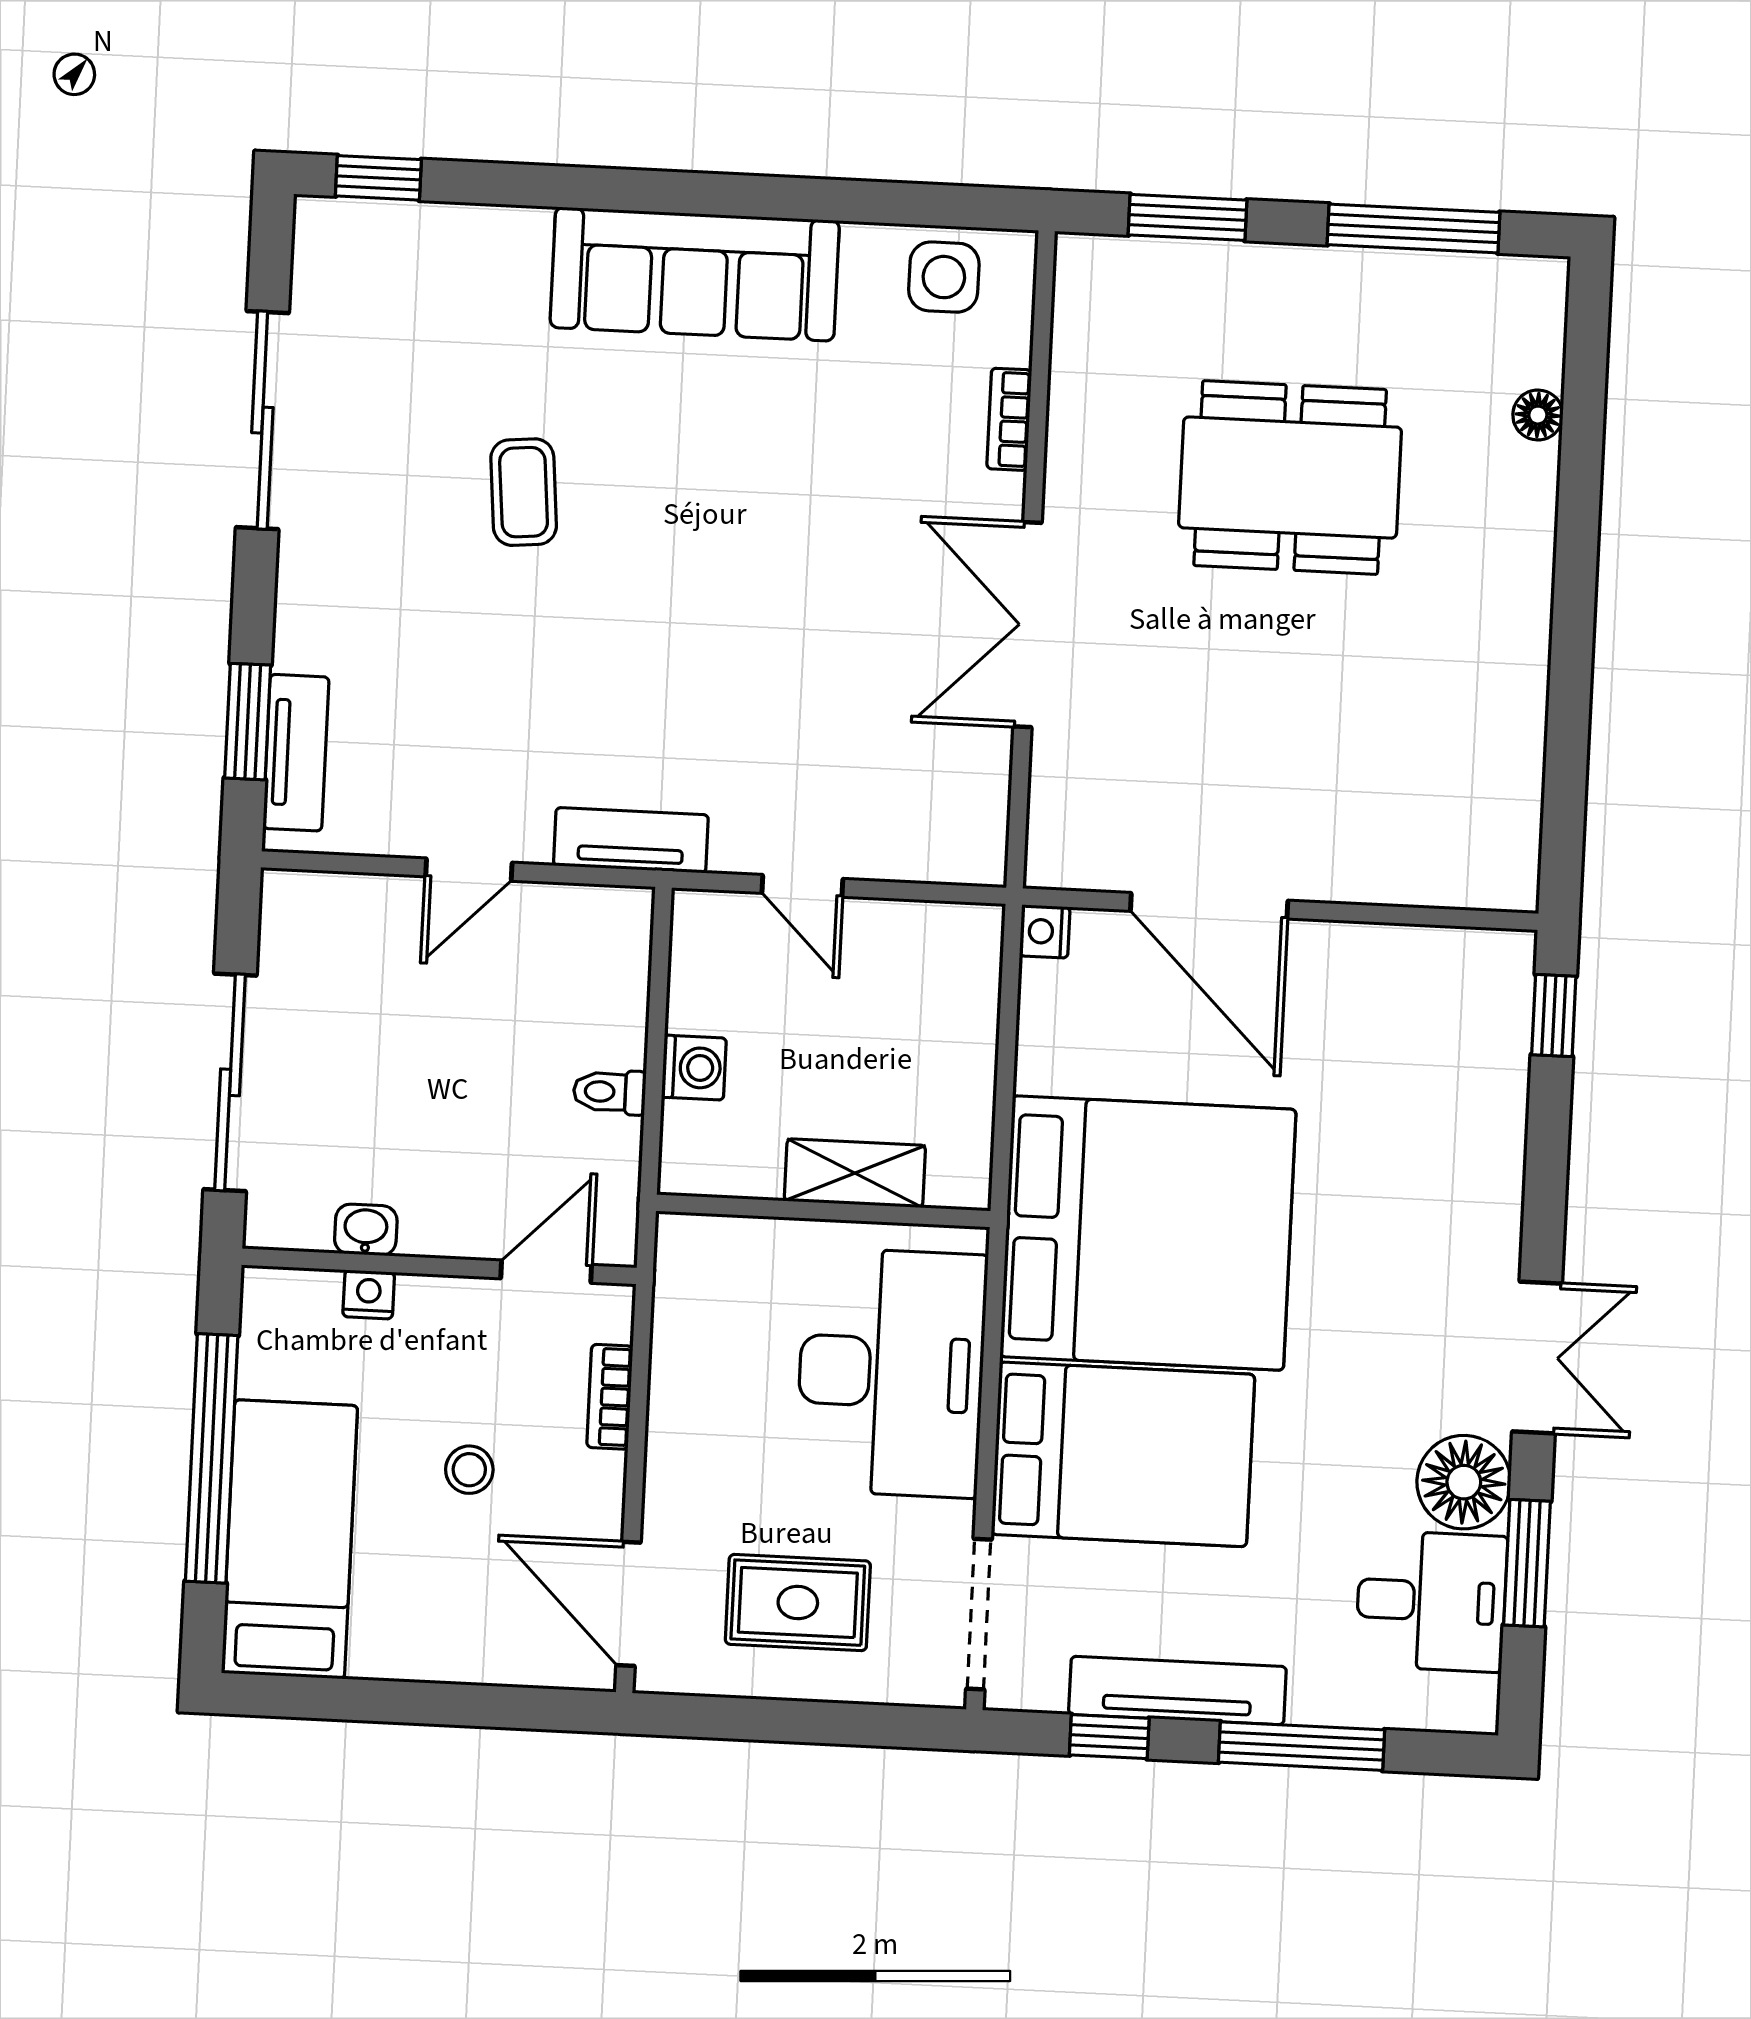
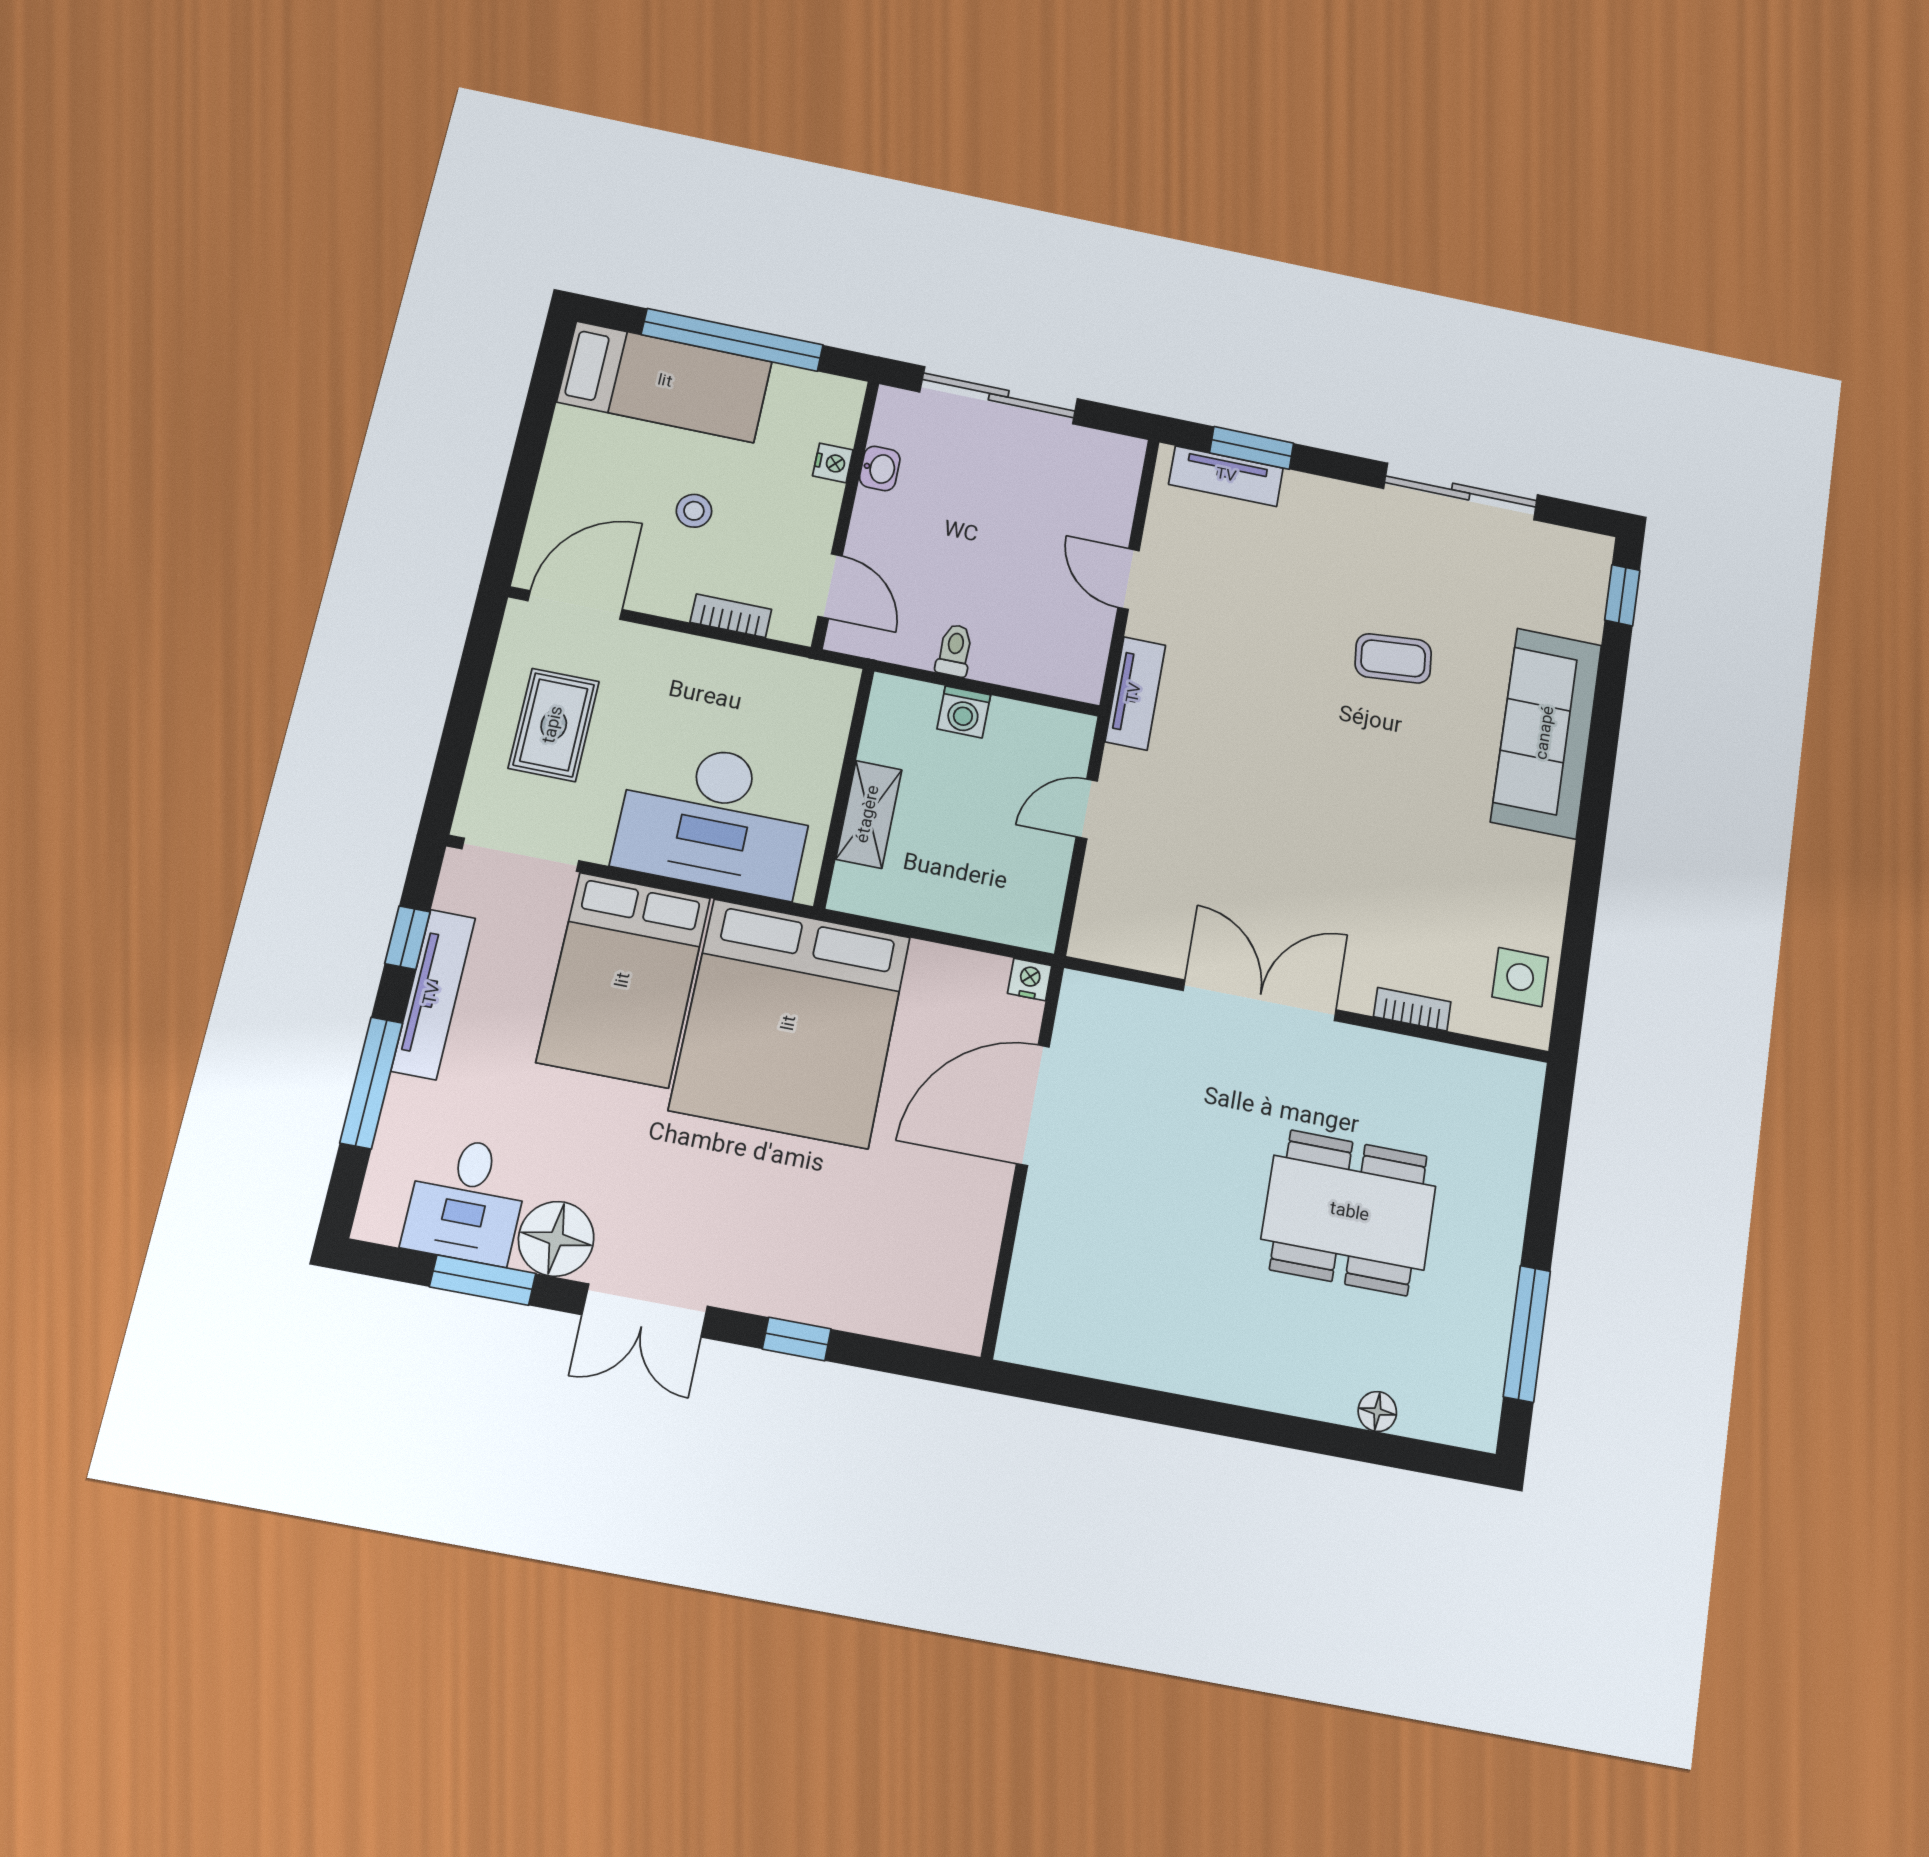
window: (1188, 217) -> (1549, 1163), removed
sofa: (695, 274) -> (1546, 733), moved
dining table: (1290, 478) -> (1349, 1213), turned 90
window: (1554, 1016) -> (797, 1339), moved

